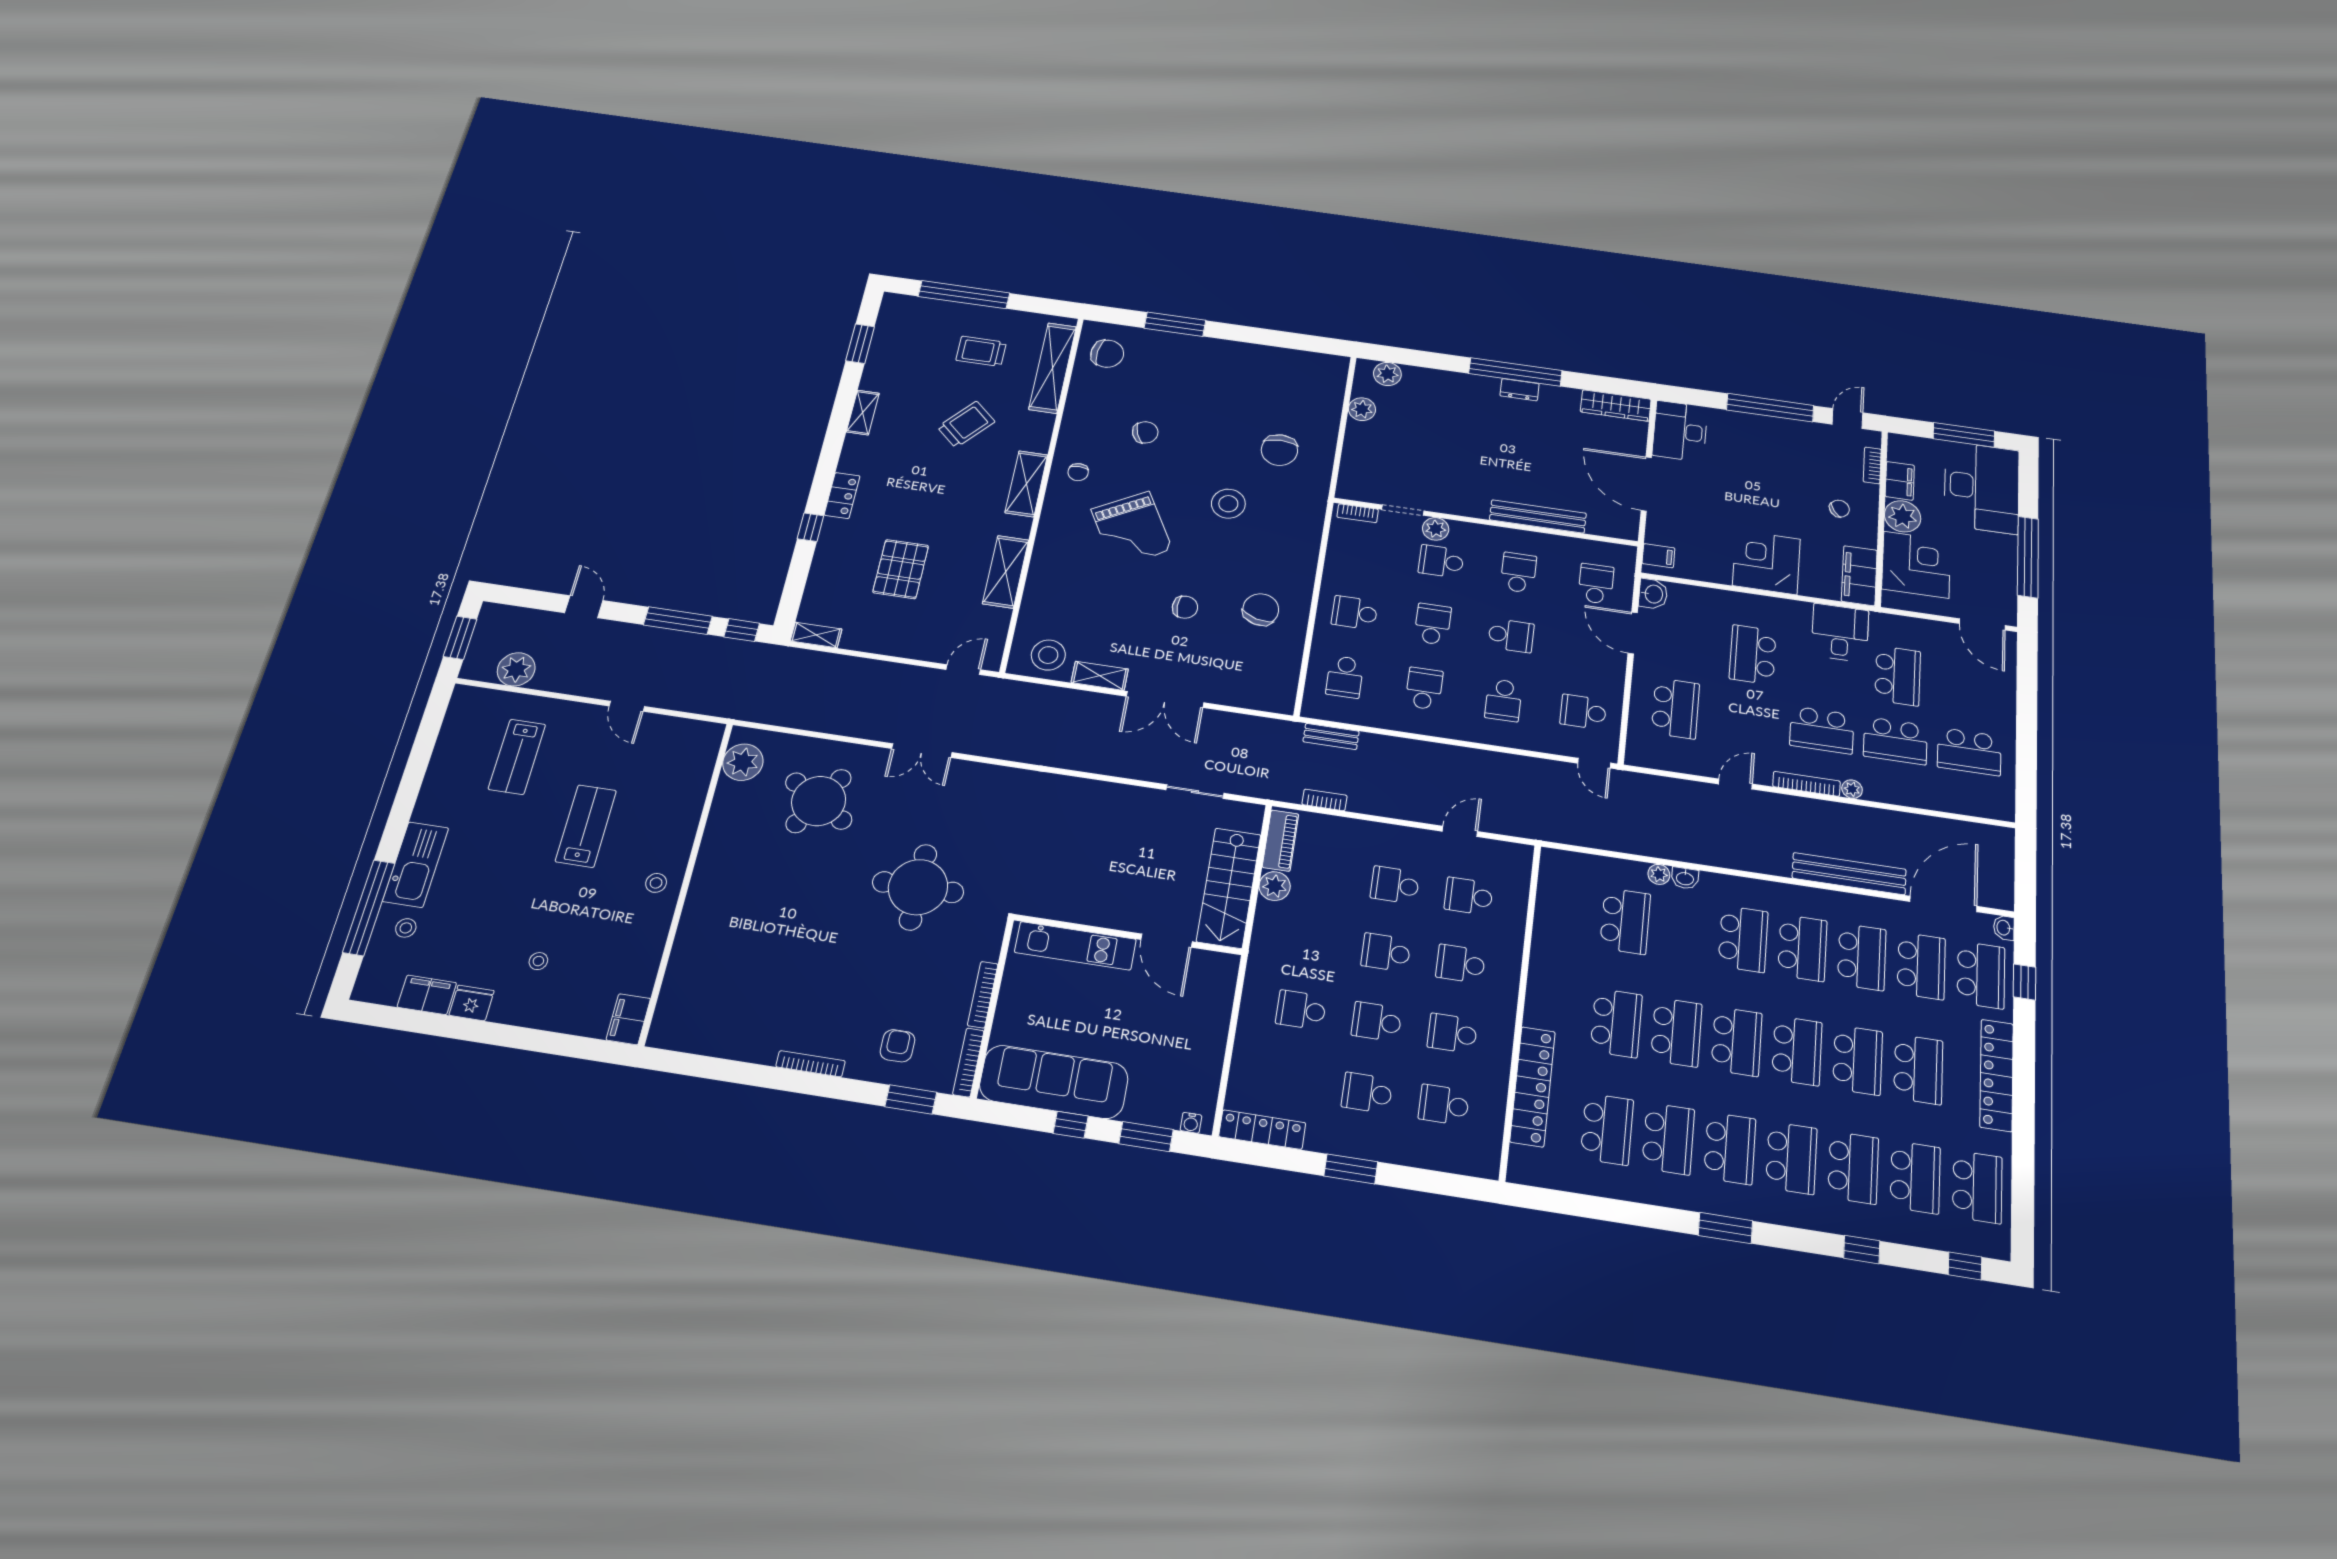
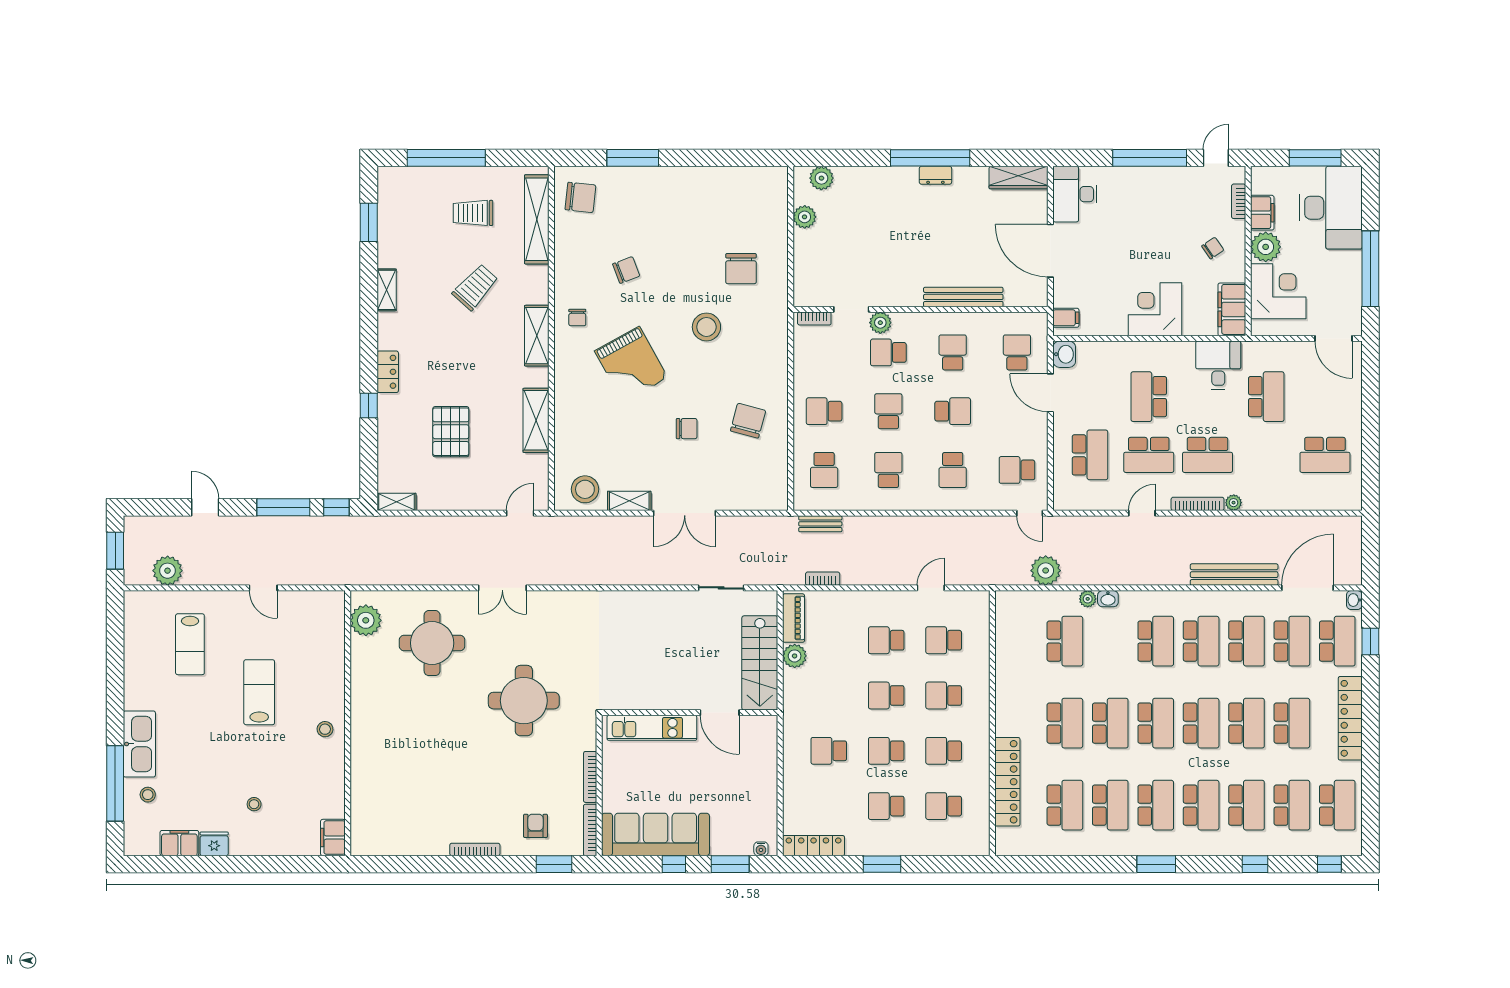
school desk: (1895, 741) -> (1149, 455), moved
round table: (819, 801) -> (432, 643), turned -31
plant: (1608, 833) -> (1046, 571), added

